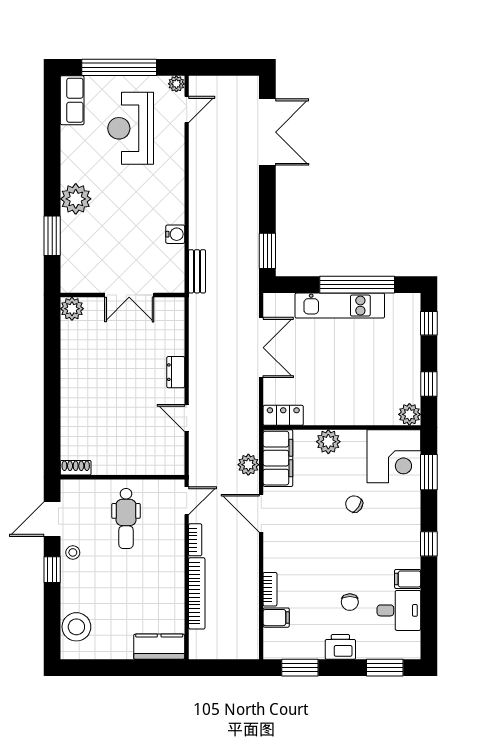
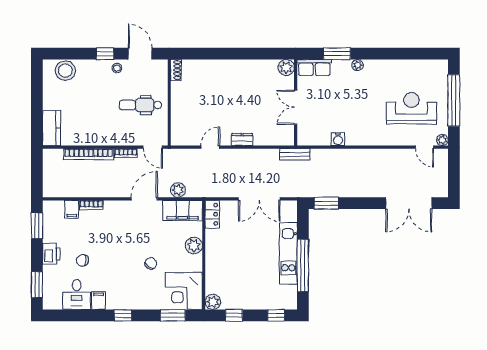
row of seats: (72, 100) -> (314, 68), moved
plant: (76, 199) -> (357, 65), width x0.53, depth x0.53
bench: (197, 271) -> (295, 154), moved

